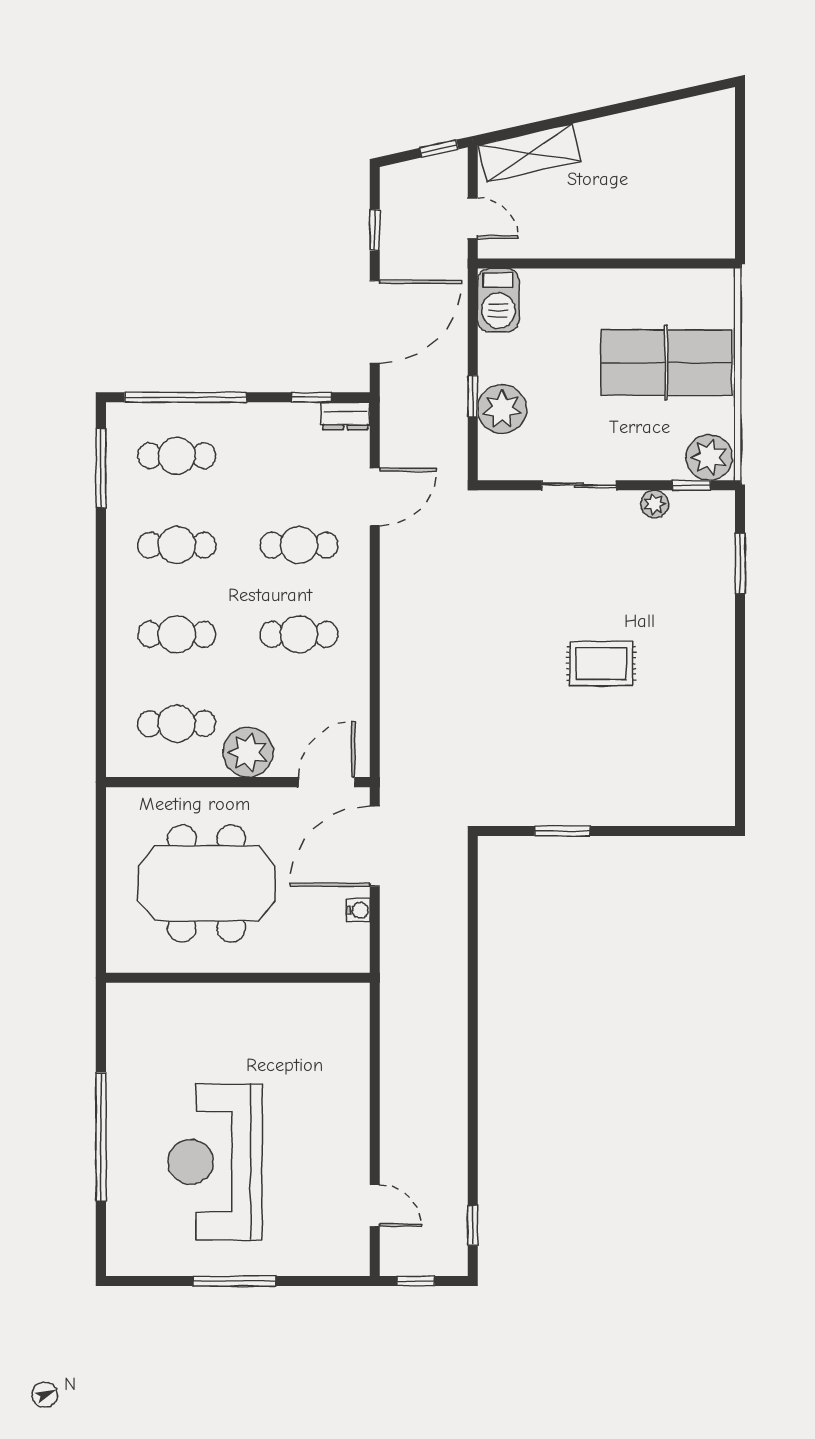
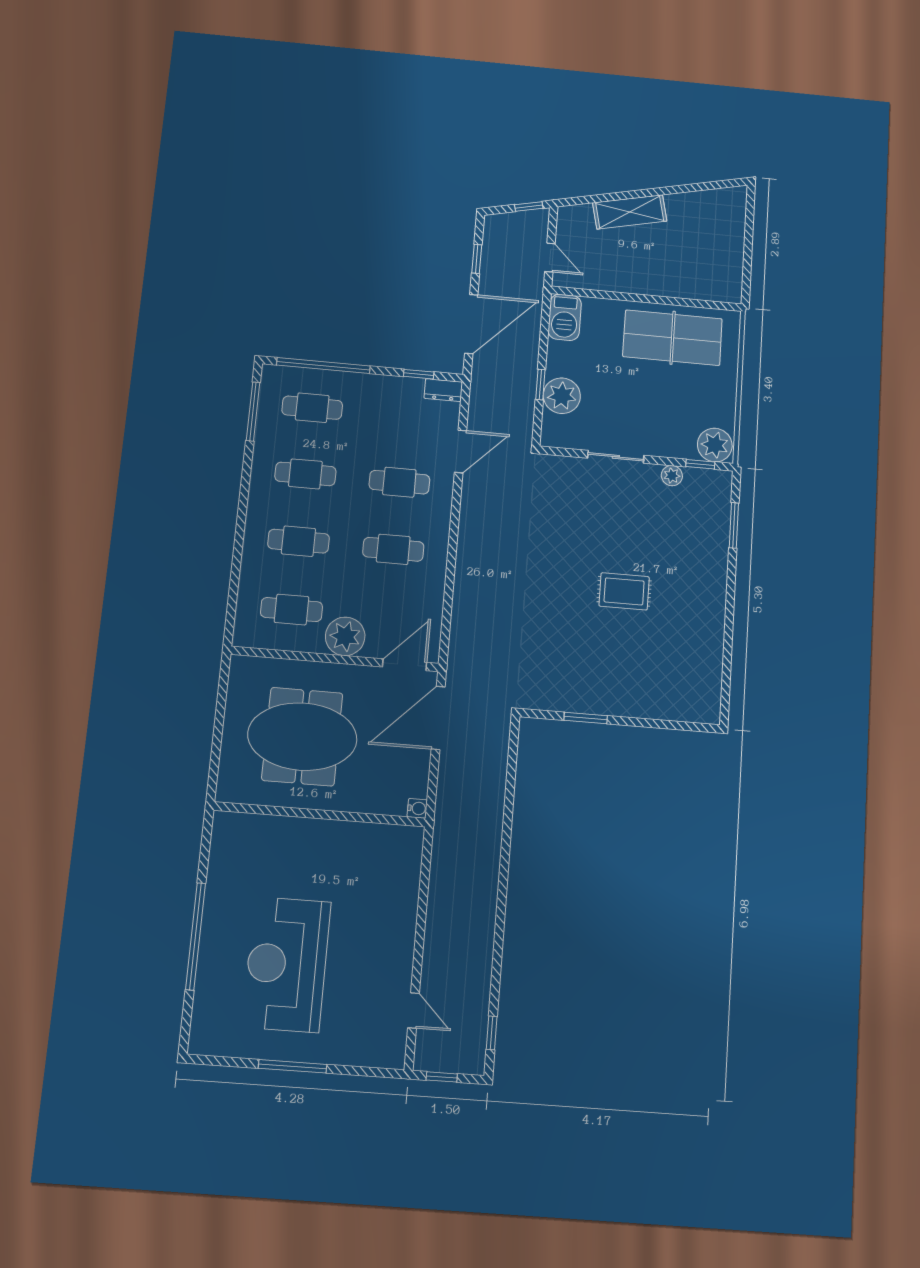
shelving: (530, 153) -> (630, 212), moved
table tennis table: (666, 363) -> (673, 338), moved
water cooler: (358, 910) -> (417, 808), moved

